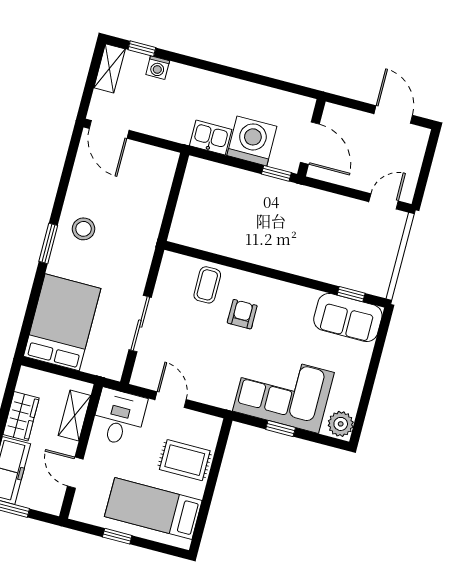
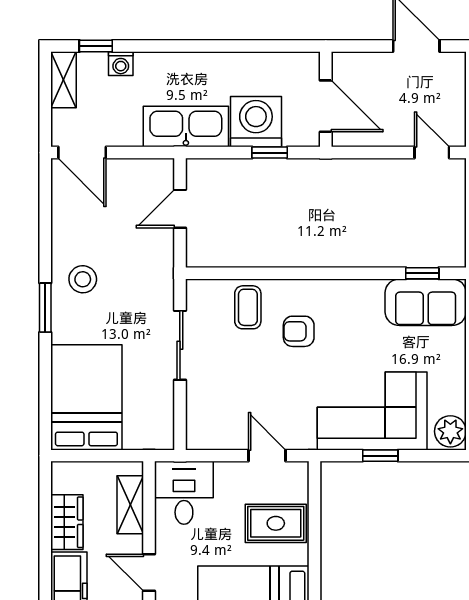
kitchen sink: (211, 138) -> (186, 127), width x1.87, depth x1.24
window: (276, 173) -> (270, 153), moved
door: (174, 194) -> (180, 209), added
door: (384, 201) -> (432, 153), hinge flipped
armchair: (242, 314) -> (299, 331), turned -90
sliding door: (140, 324) -> (180, 345), moved
door: (171, 400) -> (267, 456), moved

